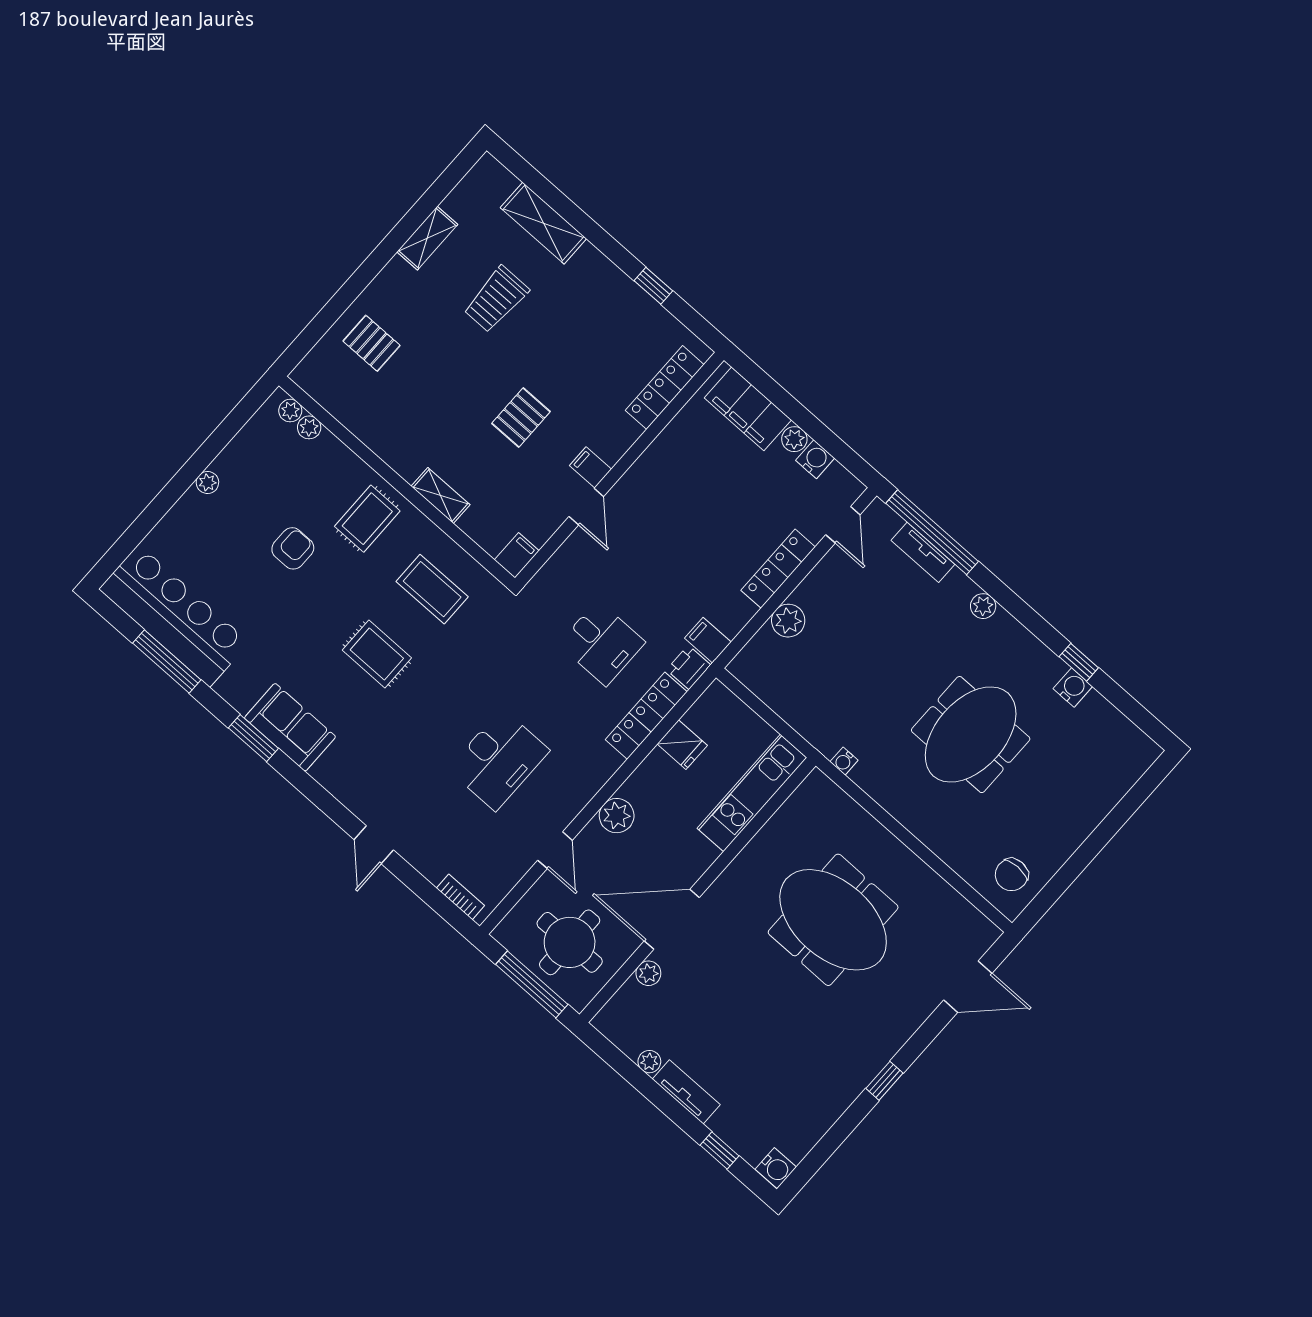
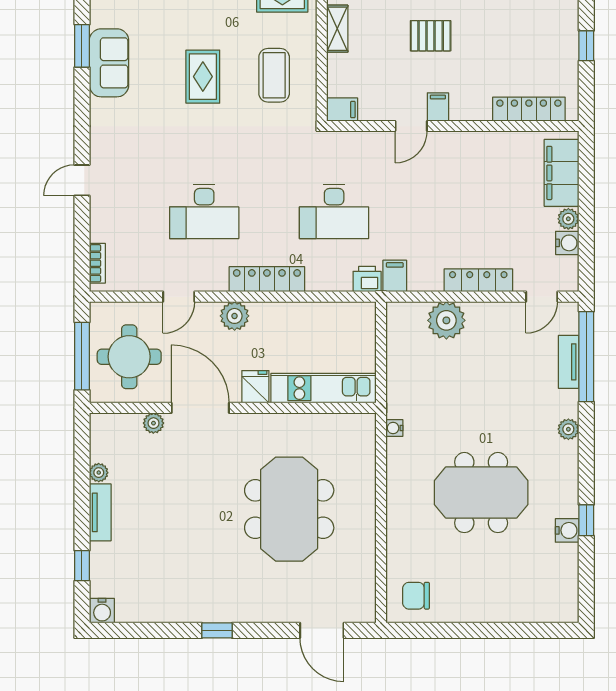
plant: (788, 621) -> (446, 320), width x1.36, depth x1.36
desk: (602, 643) -> (334, 211), width x1.37
locker: (646, 716) -> (267, 279), moved
fridge: (682, 745) -> (255, 387), moved, turned 180

